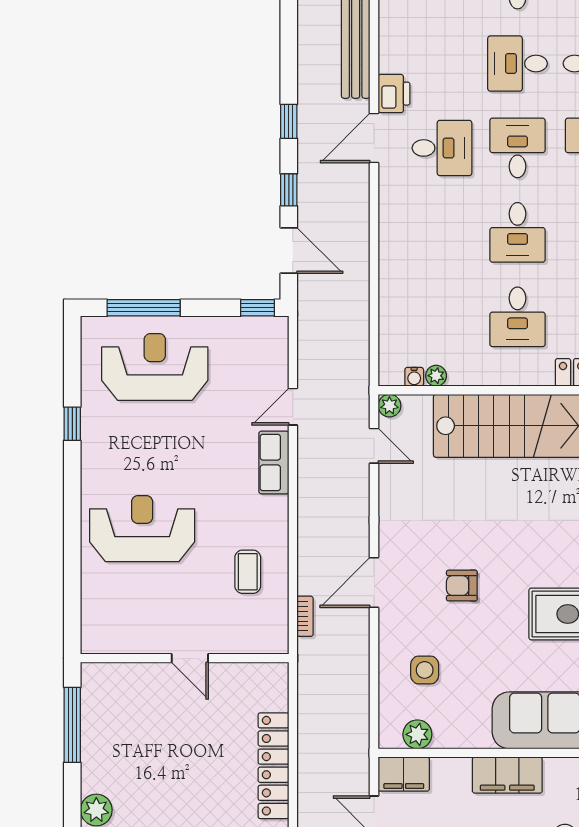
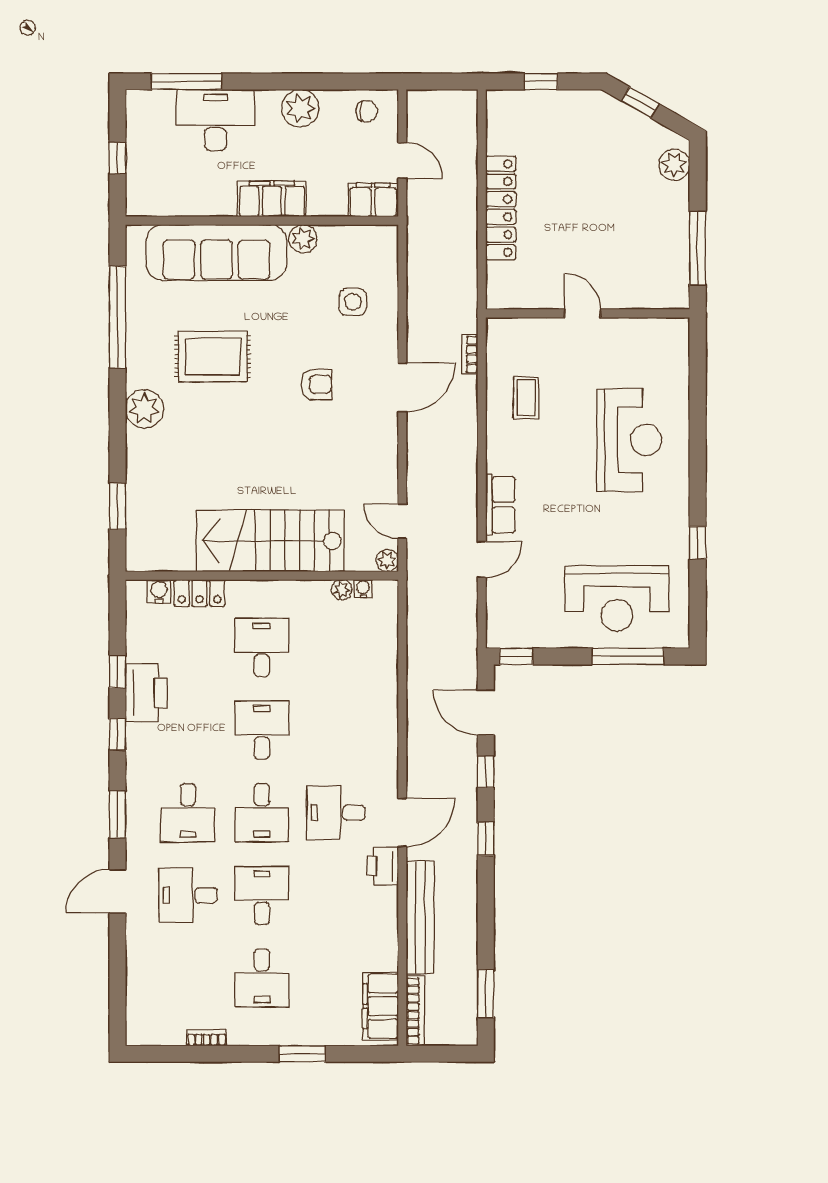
desk: (518, 64) -> (262, 895), turned -90
reception desk: (142, 529) -> (629, 440), turned -90
plant: (417, 734) -> (303, 239), moved

